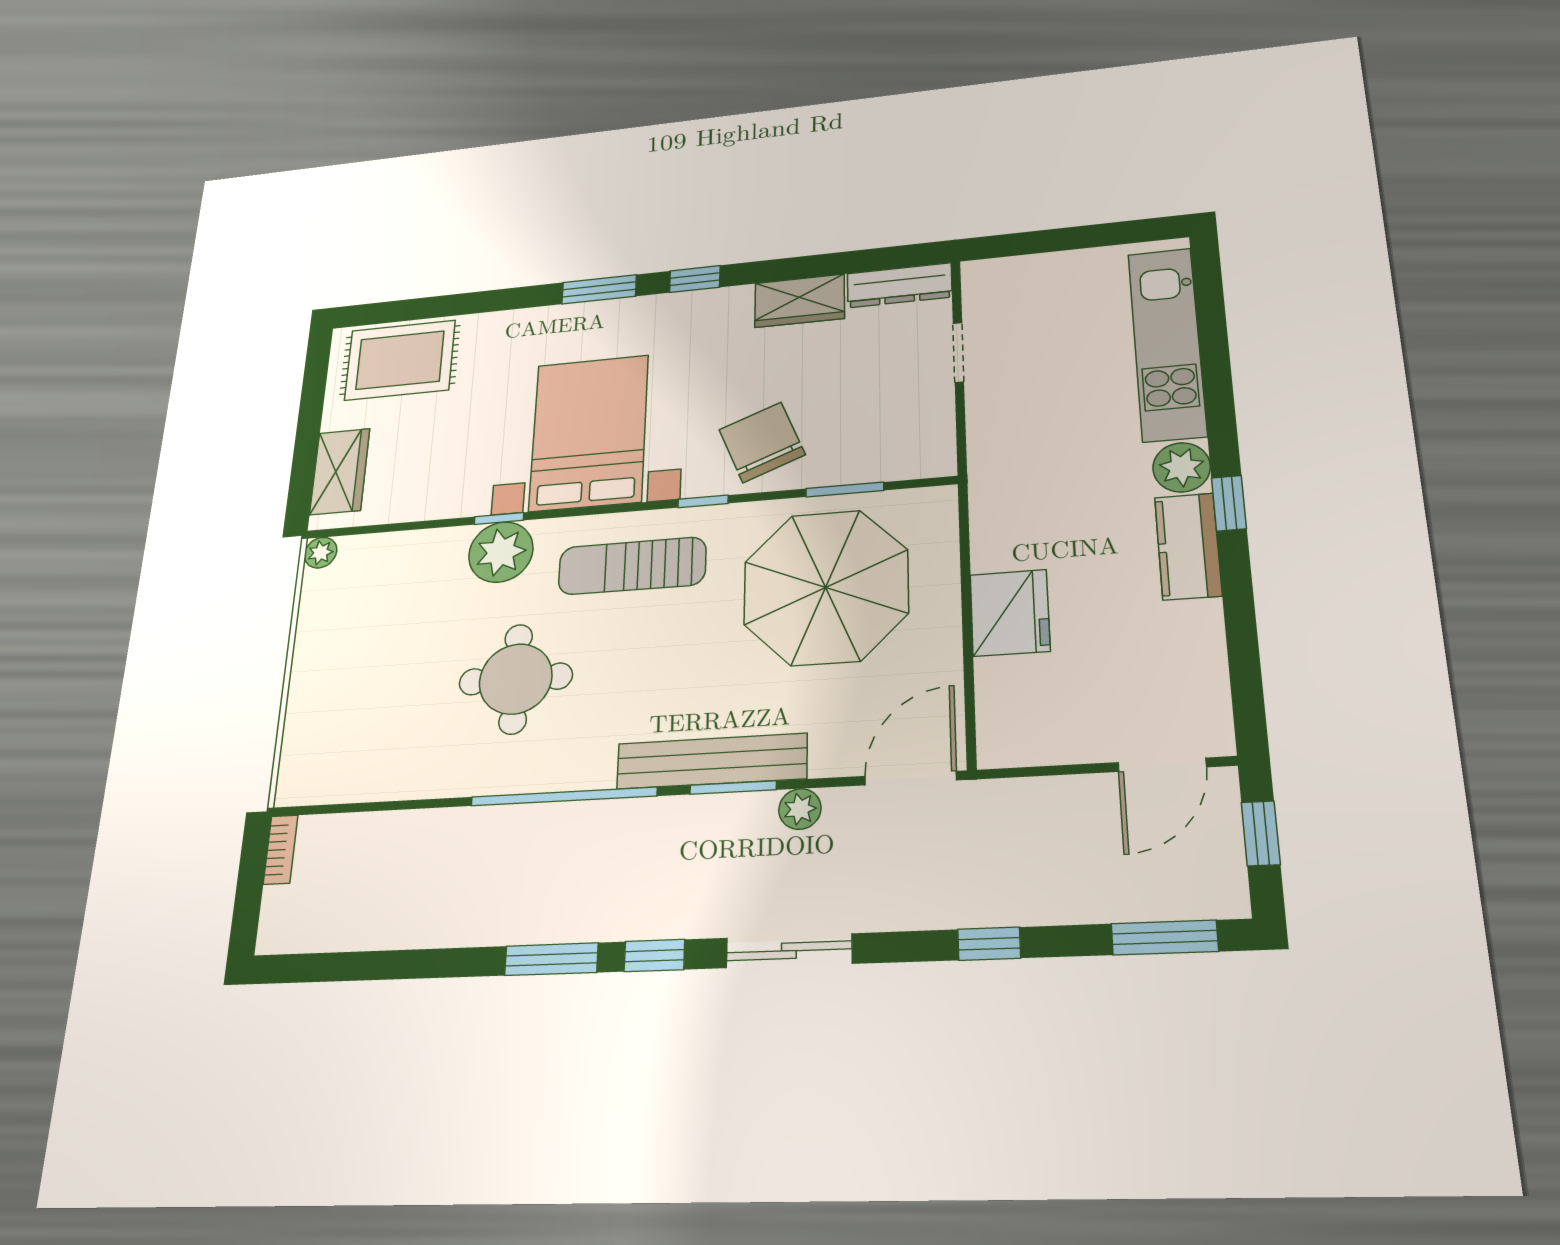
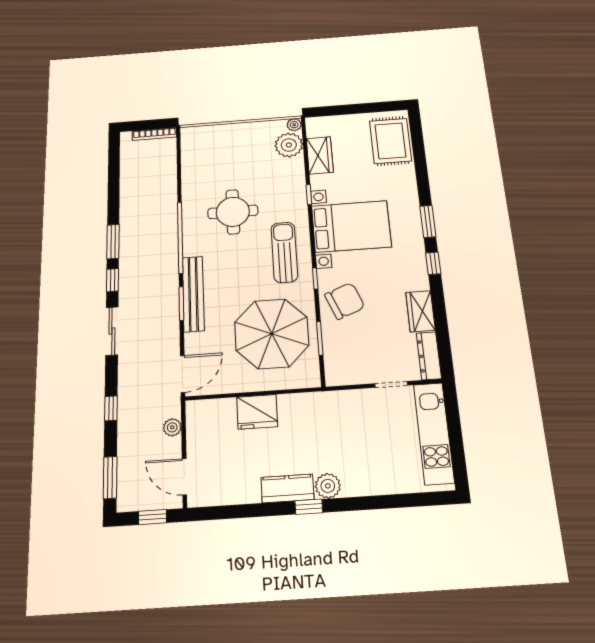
kitchen unit: (1167, 344) -> (434, 433), moved, turned -90
wardrobe: (340, 472) -> (320, 155), moved, turned -90
plant: (501, 552) -> (289, 145), moved
door: (911, 778) -> (183, 374), hinge flipped
plant: (800, 809) -> (172, 427), moved
bookcase: (281, 850) -> (154, 134), width x1.56

